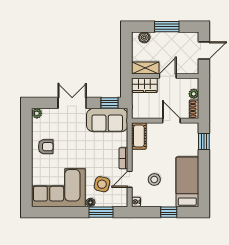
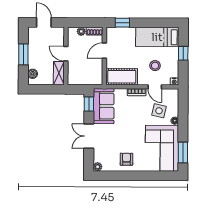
wardrobe: (144, 85) -> (74, 74), removed
cot: (139, 136) -> (122, 77), width x1.37, depth x1.34
window: (101, 212) -> (183, 153), moved

